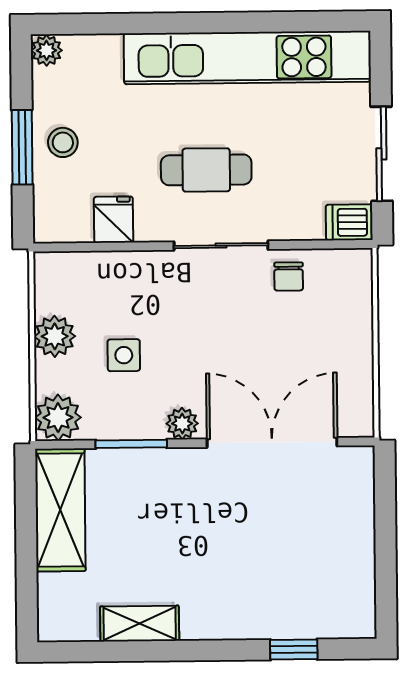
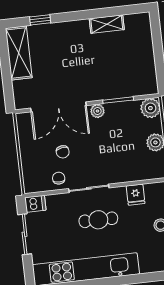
chair: (273, 337) -> (63, 152), added
side table: (124, 355) -> (125, 137), removed
shelving: (60, 510) -> (19, 53), moved

